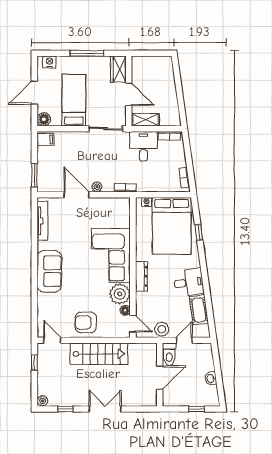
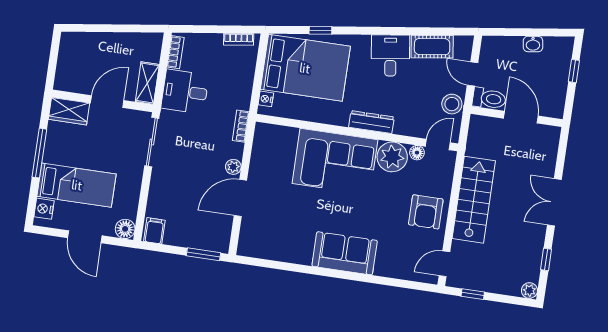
bed: (74, 100) -> (77, 185), moved, turned 180
tv unit: (42, 221) -> (271, 252), removed

